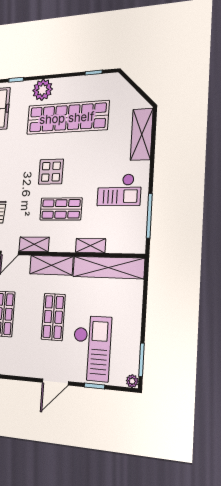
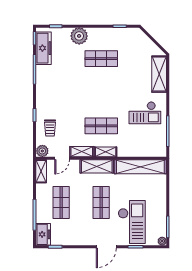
shop shelf: (67, 118) -> (101, 59), width x0.50, depth x0.74
display table: (51, 172) -> (91, 98), removed
shelving: (91, 246) -> (106, 152), moved

